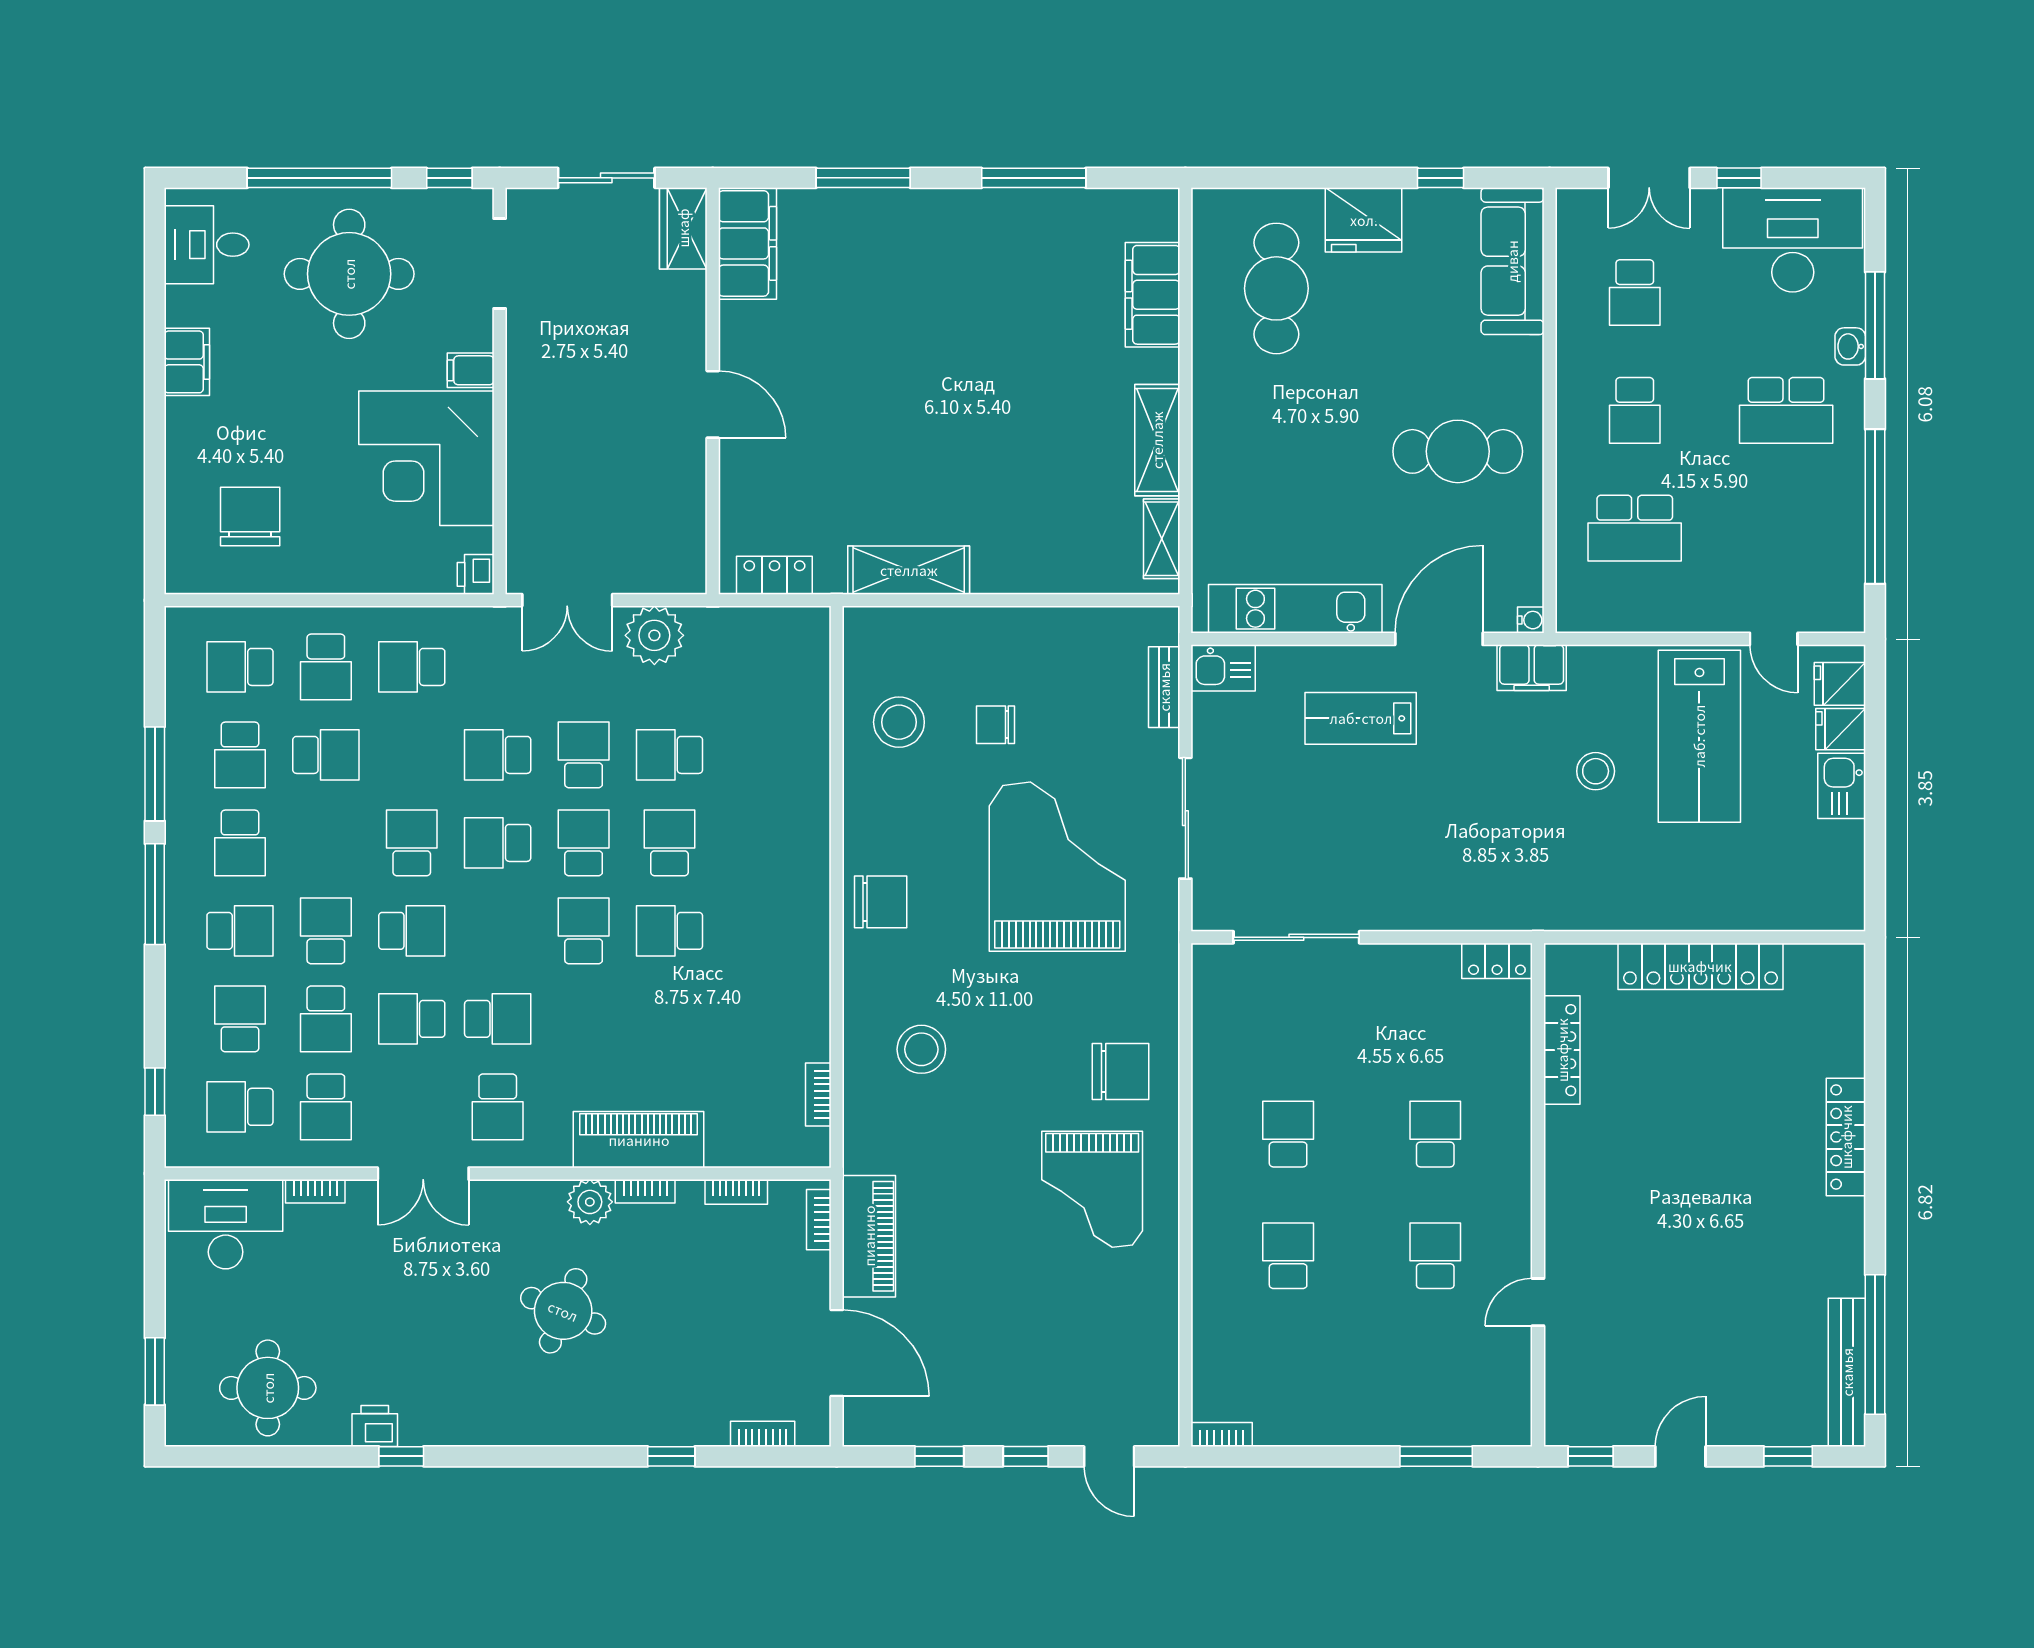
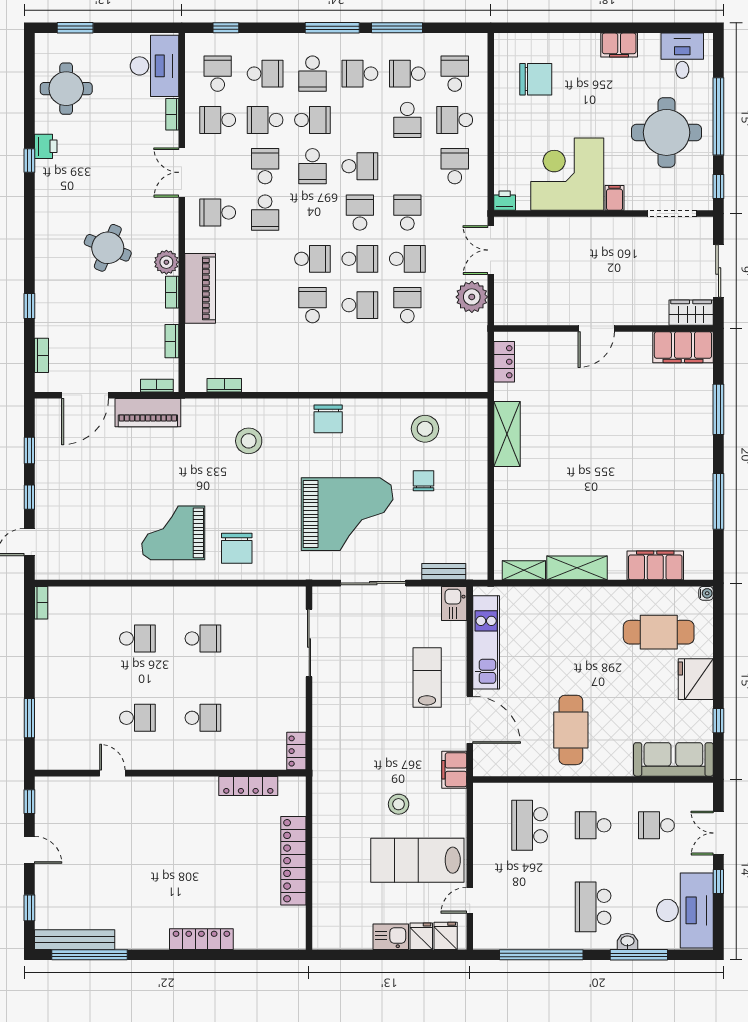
water cooler: (1531, 620) -> (706, 593), moved, turned -90

